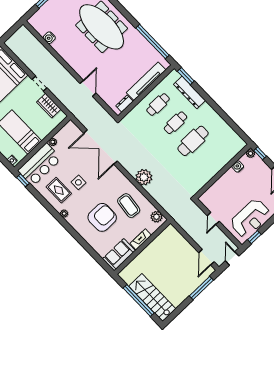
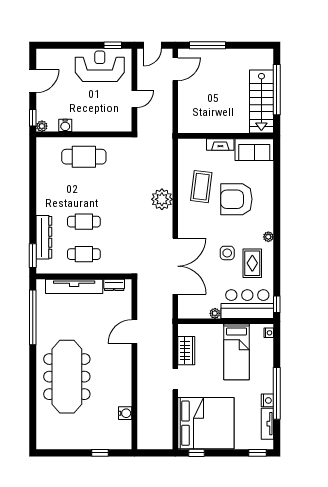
cafe table: (193, 141) -> (84, 157), moved
plant: (156, 217) -> (185, 151), removed
stairs: (152, 298) -> (261, 101), moved

